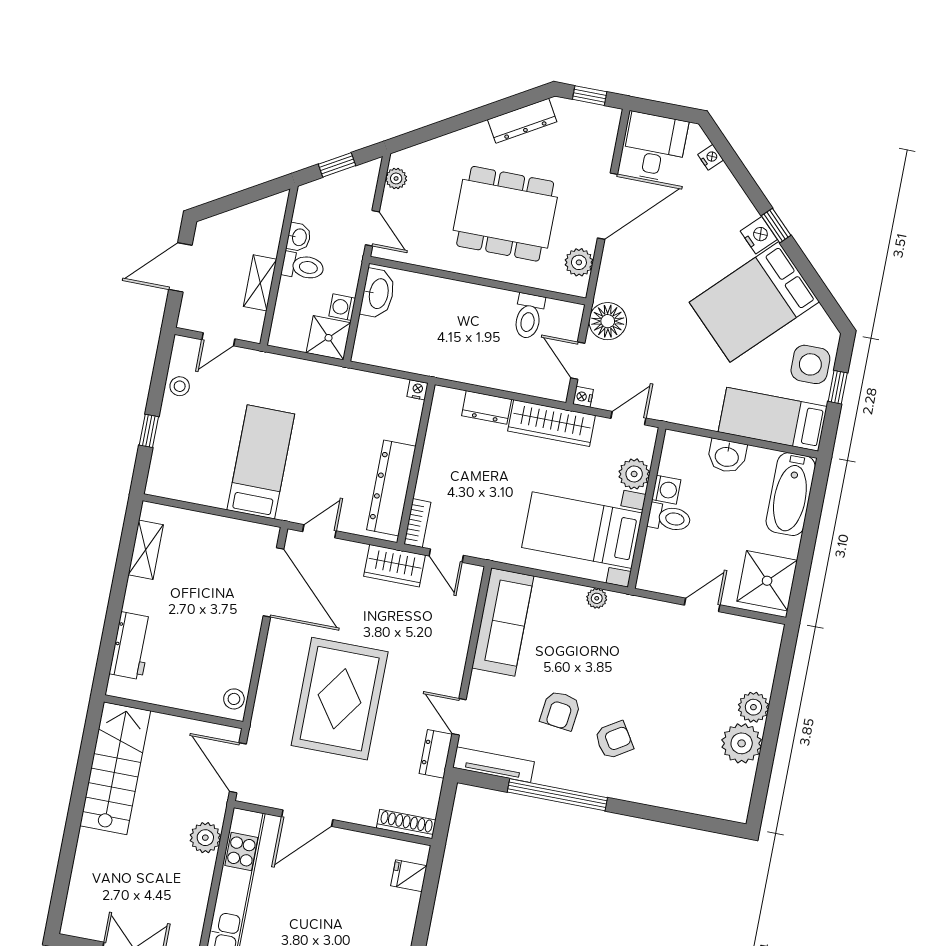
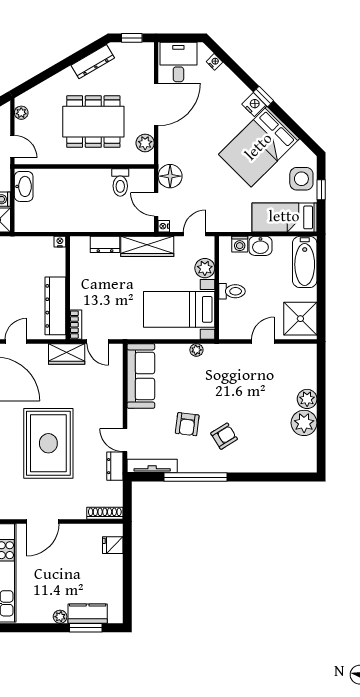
washing machine: (666, 490) -> (240, 244), moved, turned 90

